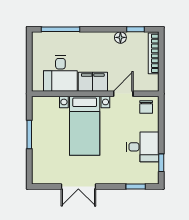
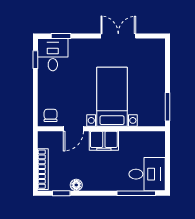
desk: (60, 73) -> (147, 174), moved, turned 90
window: (29, 134) -> (167, 107), moved
desk: (143, 147) -> (53, 55), moved, turned 90

